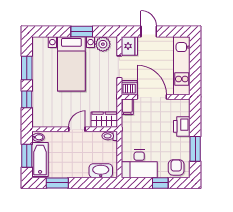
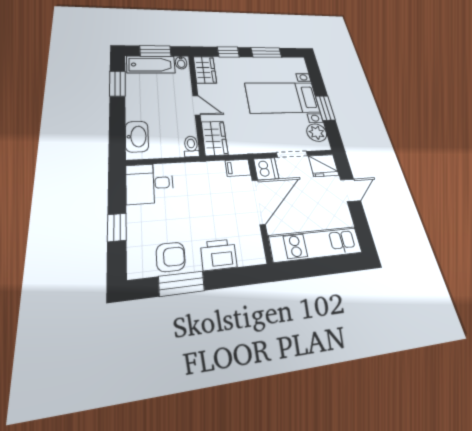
wardrobe: (45, 120) -> (205, 70), added
desk: (139, 164) -> (150, 183), width x0.73
armchair: (176, 167) -> (171, 257), moved

